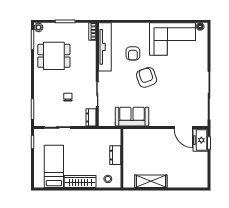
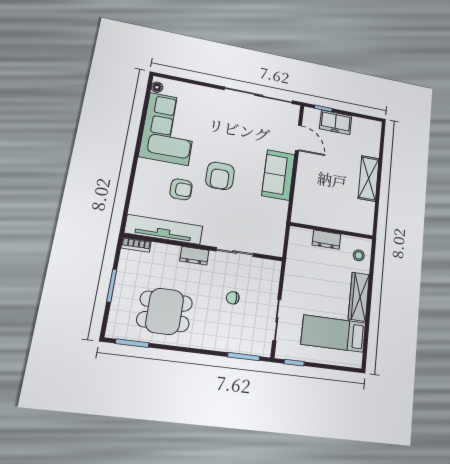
plant: (39, 27) -> (114, 331), removed
dining table: (54, 56) -> (165, 311), turned 90
armchair: (147, 77) -> (220, 176), turned -71
dresser: (91, 117) -> (194, 256), moved
sofa: (132, 117) -> (278, 175), moved
door: (183, 127) -> (298, 138), hinge flipped
freezer: (200, 140) -> (336, 122), moved
shelving: (151, 181) -> (369, 178), moved

